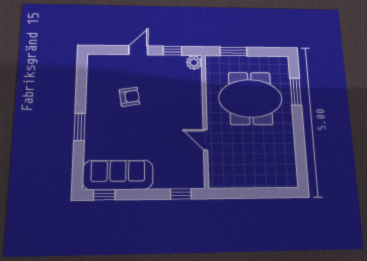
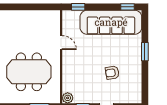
sofa: (118, 175) -> (111, 22), width x1.36, depth x1.27

